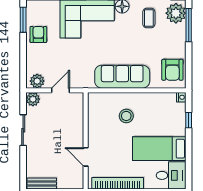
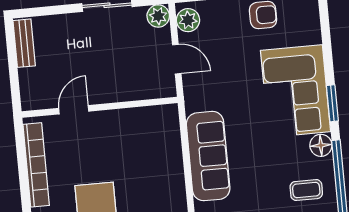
stool: (126, 116) -> (146, 169), removed

